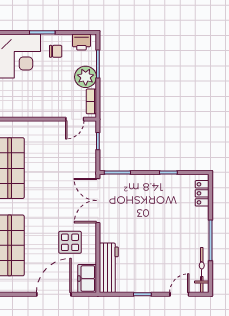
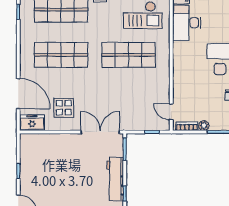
plant: (86, 77) -> (204, 126), width x0.53, depth x0.53
workbench: (109, 268) -> (115, 179), moved, turned 90

